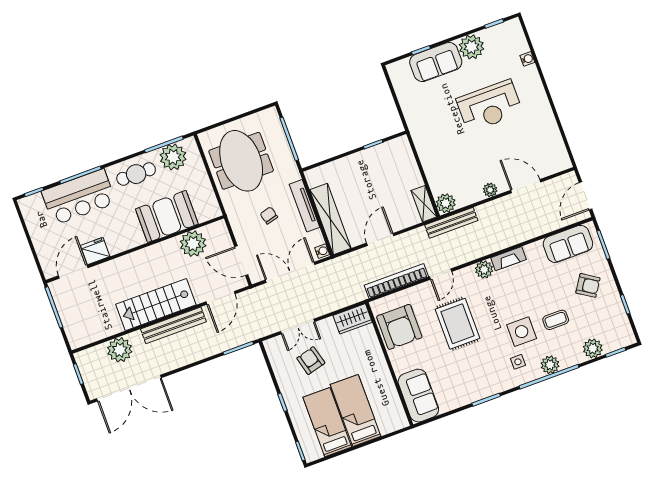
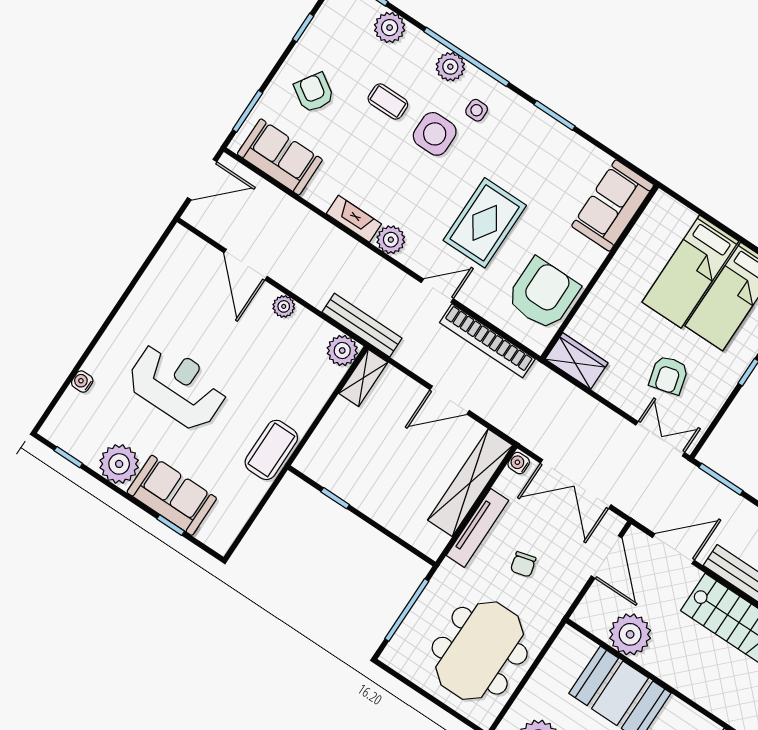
coffee table: (422, 130) -> (271, 450), added
double door: (298, 326) -> (660, 439), moved

